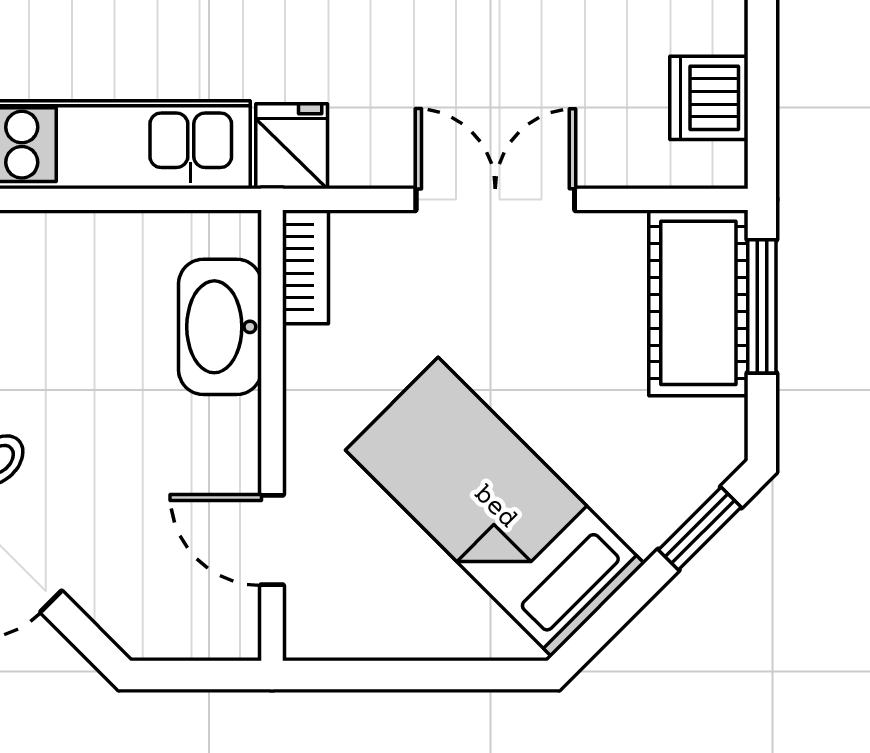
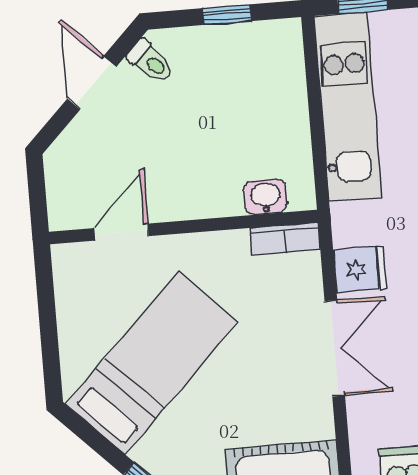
fridge: (292, 146) -> (360, 269), moved
washbasin: (220, 327) -> (265, 197), width x0.52, depth x0.69

